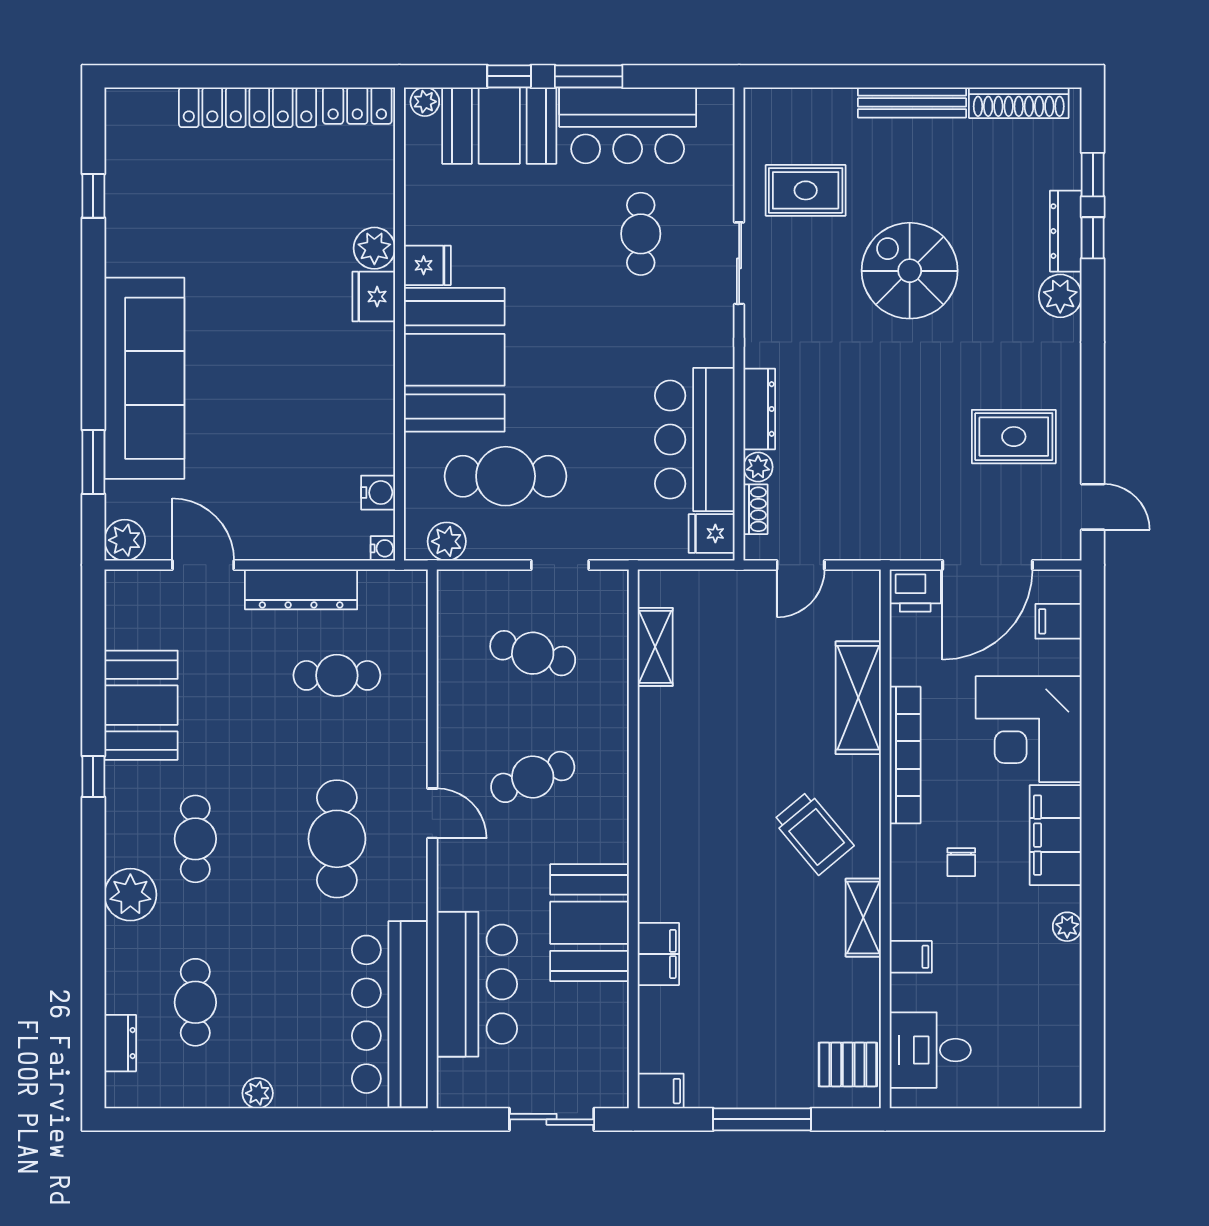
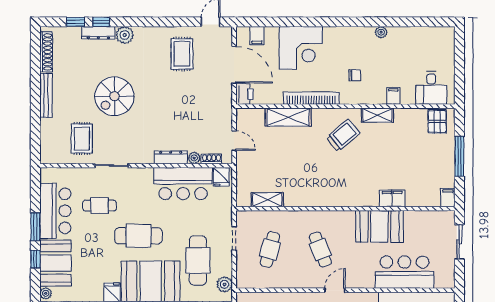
cafe table: (566, 330) -> (138, 236), added
filing cabinet: (1056, 835) -> (344, 37), removed

